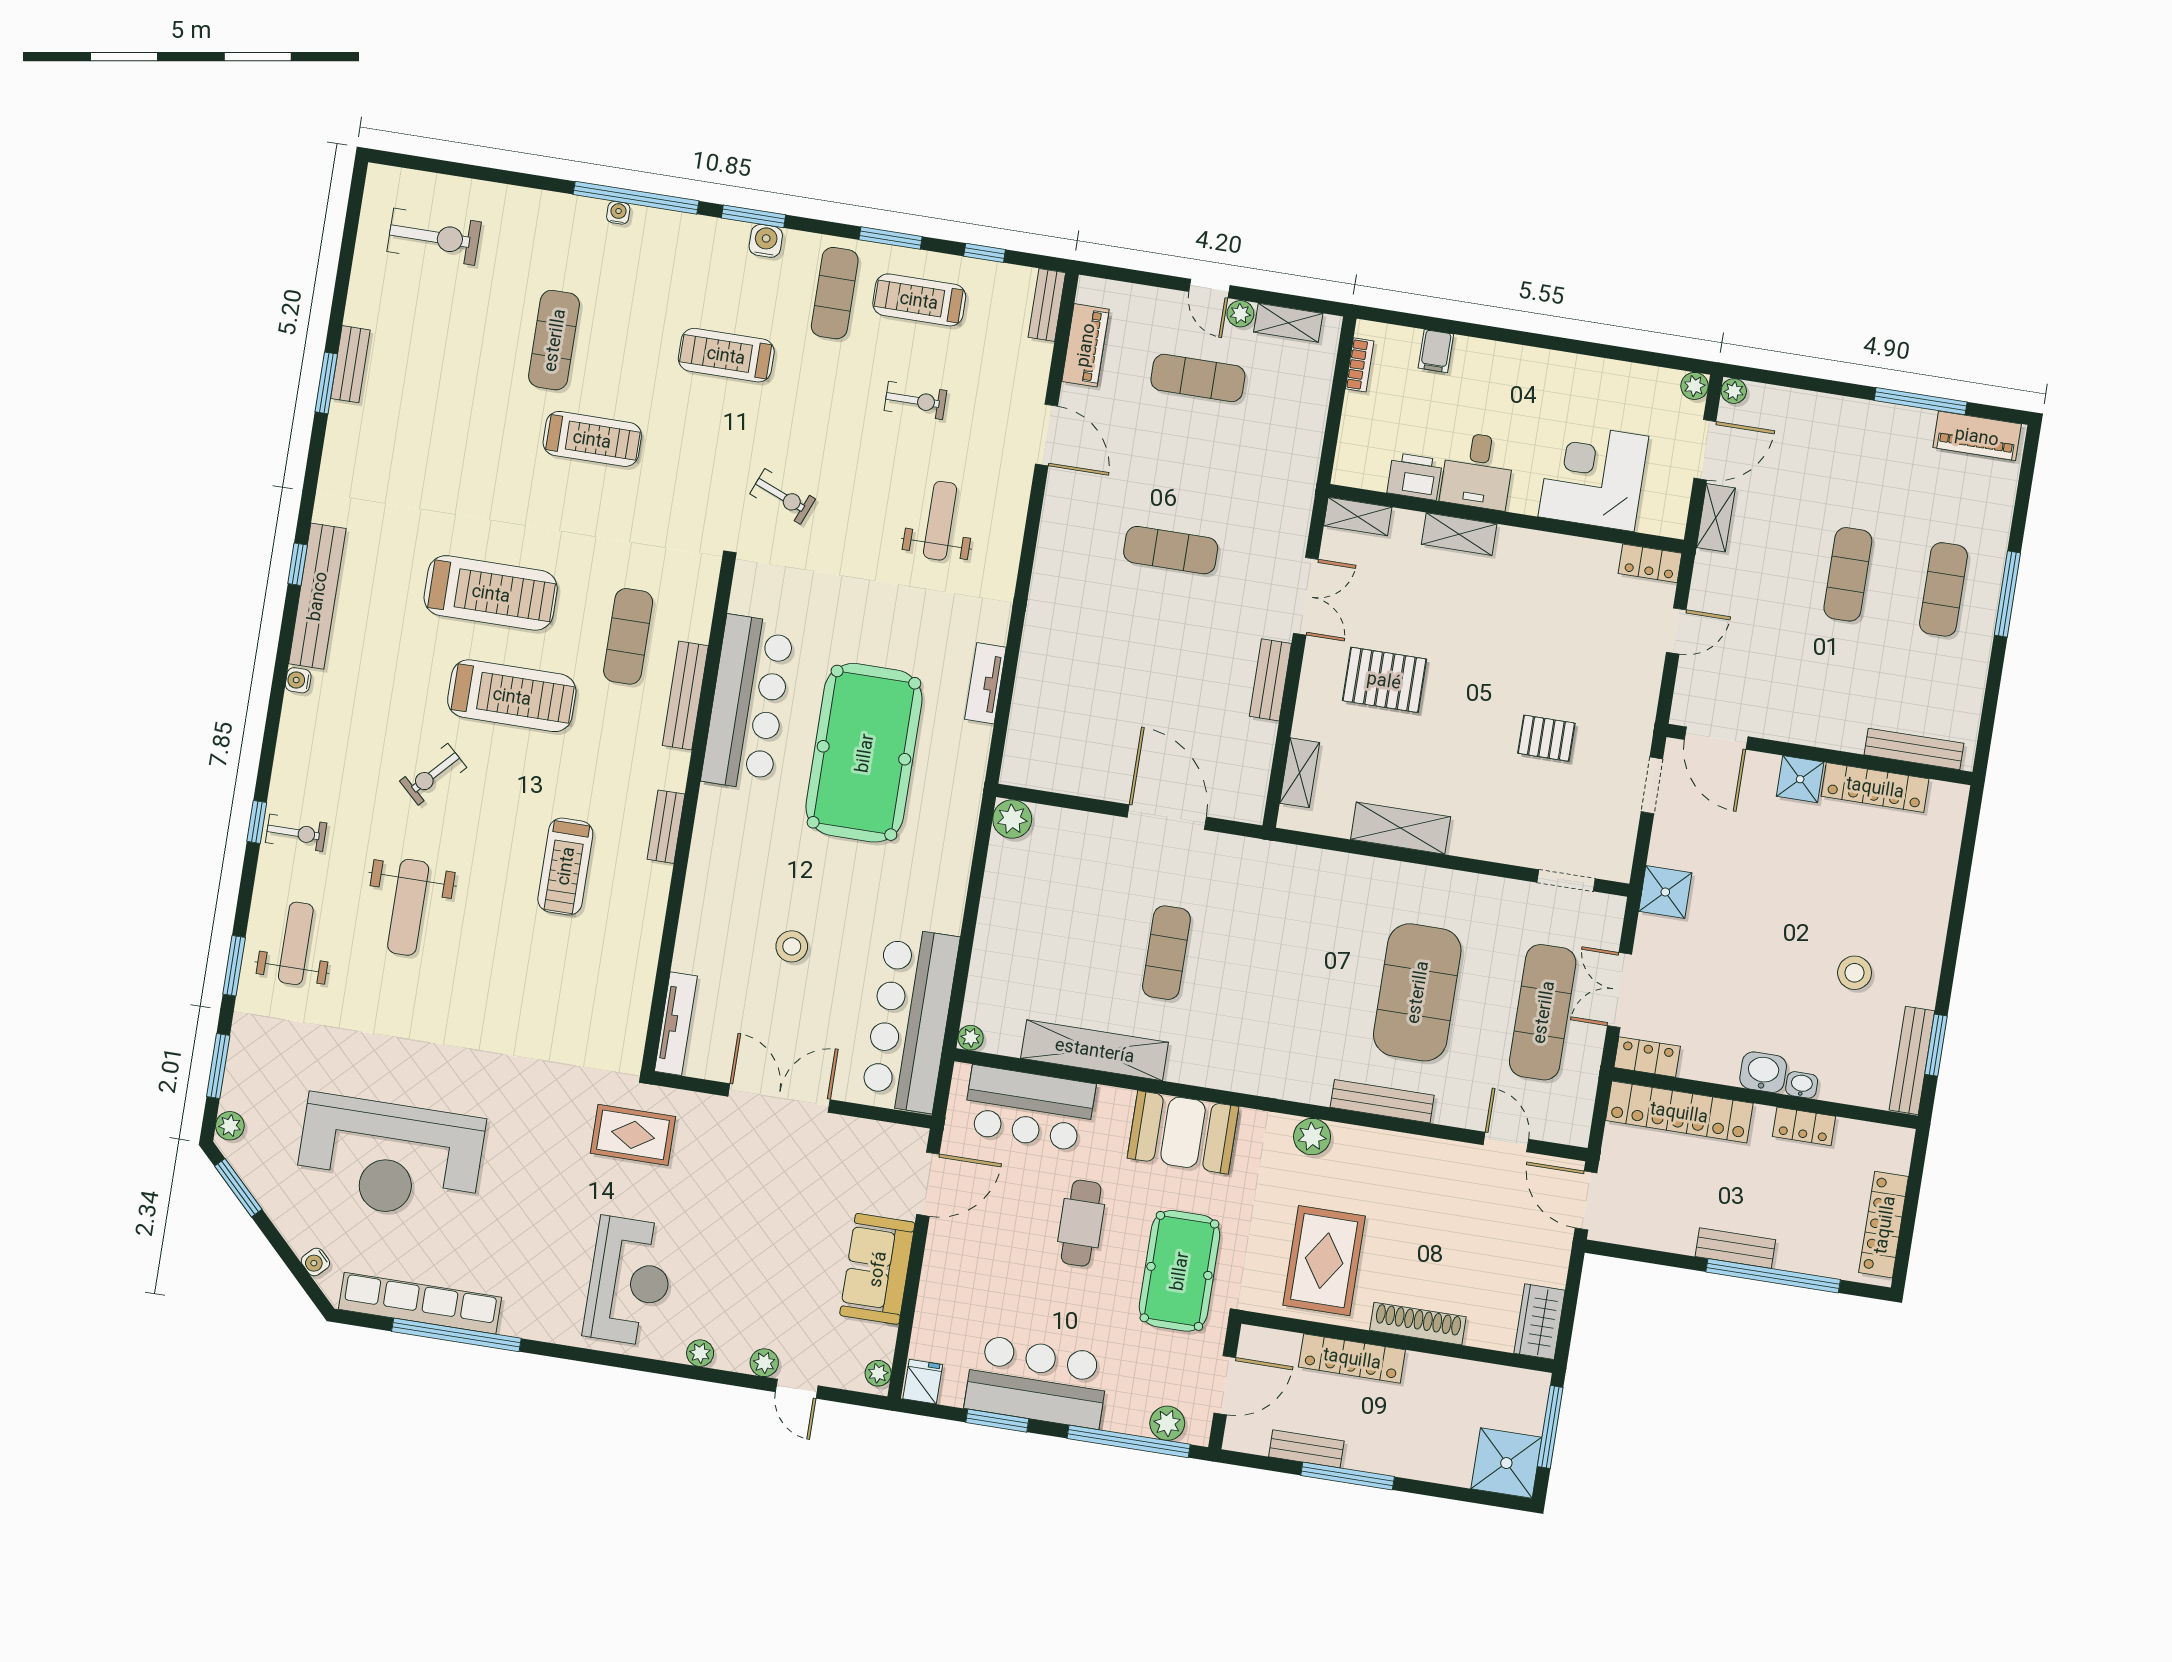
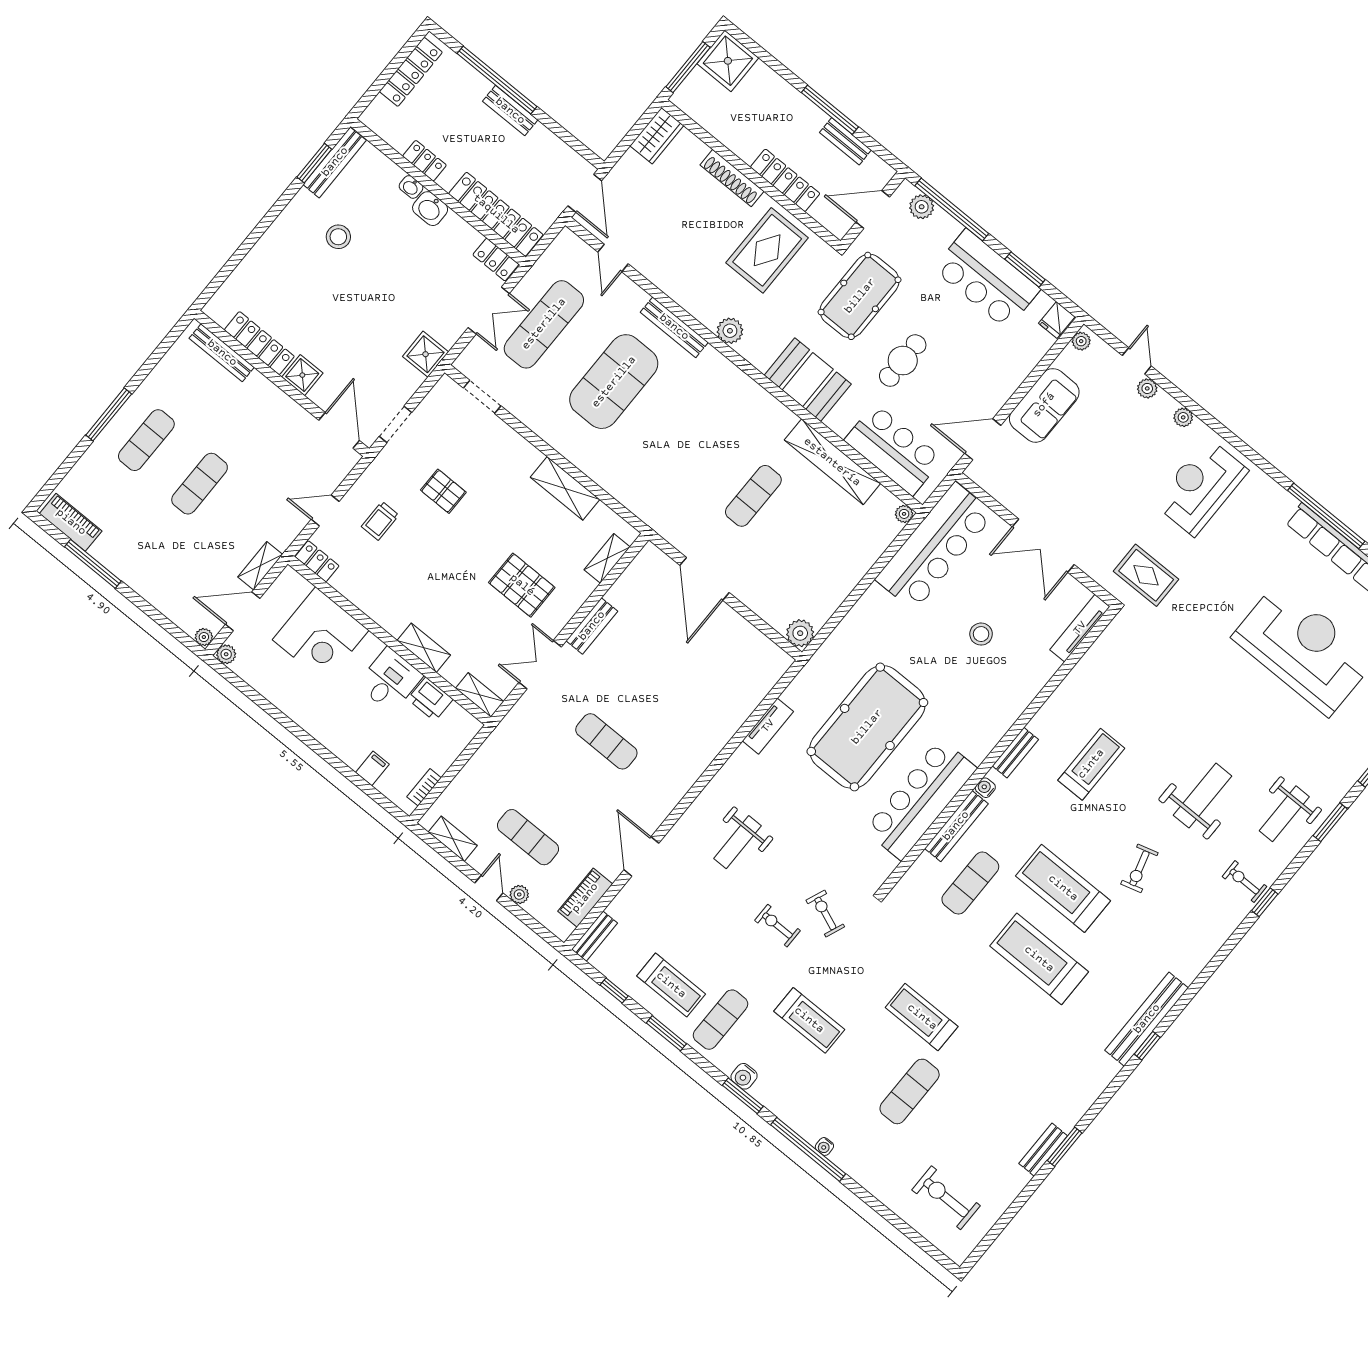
plant: (1240, 314) -> (519, 894), moved
exercise bike: (916, 400) -> (777, 926), moved
trolley: (1602, 657) -> (380, 521), added
water cooler: (298, 680) -> (985, 788), moved, turned 180
exercise bike: (433, 774) -> (1139, 868), turned 121

